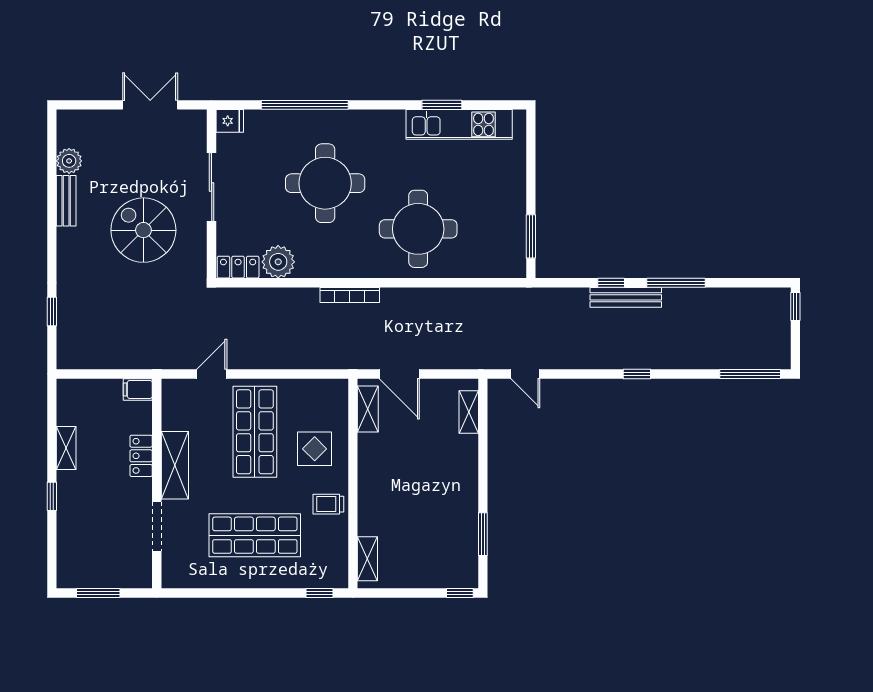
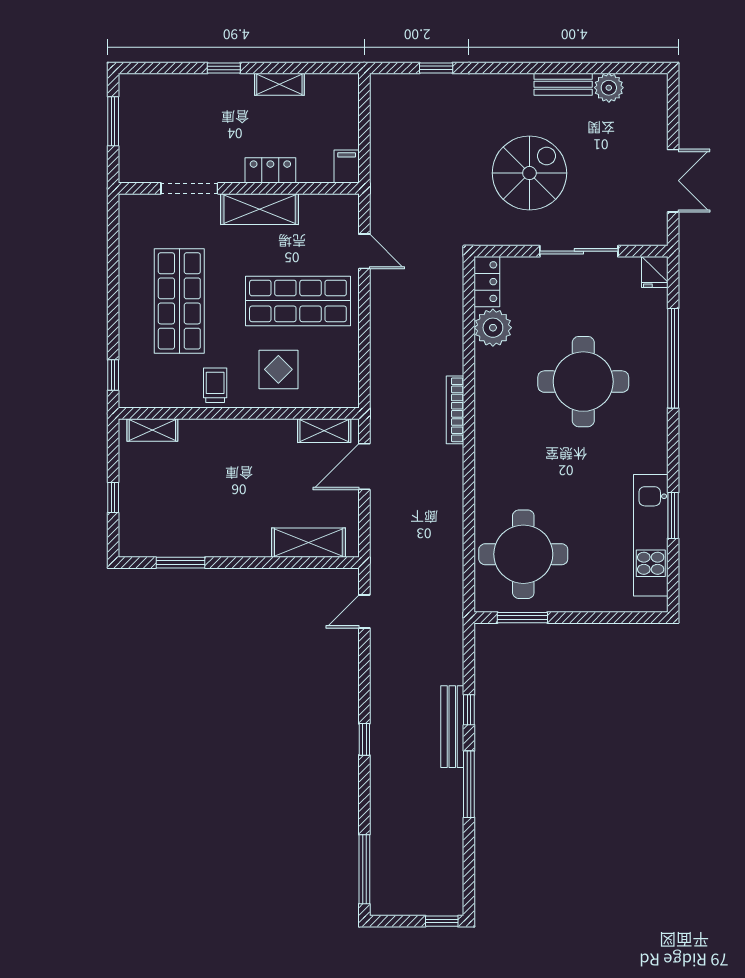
round table: (418, 229) -> (523, 554), moved
shelving: (469, 412) -> (308, 543), width x1.50, depth x1.33
window: (460, 593) -> (113, 498), moved

